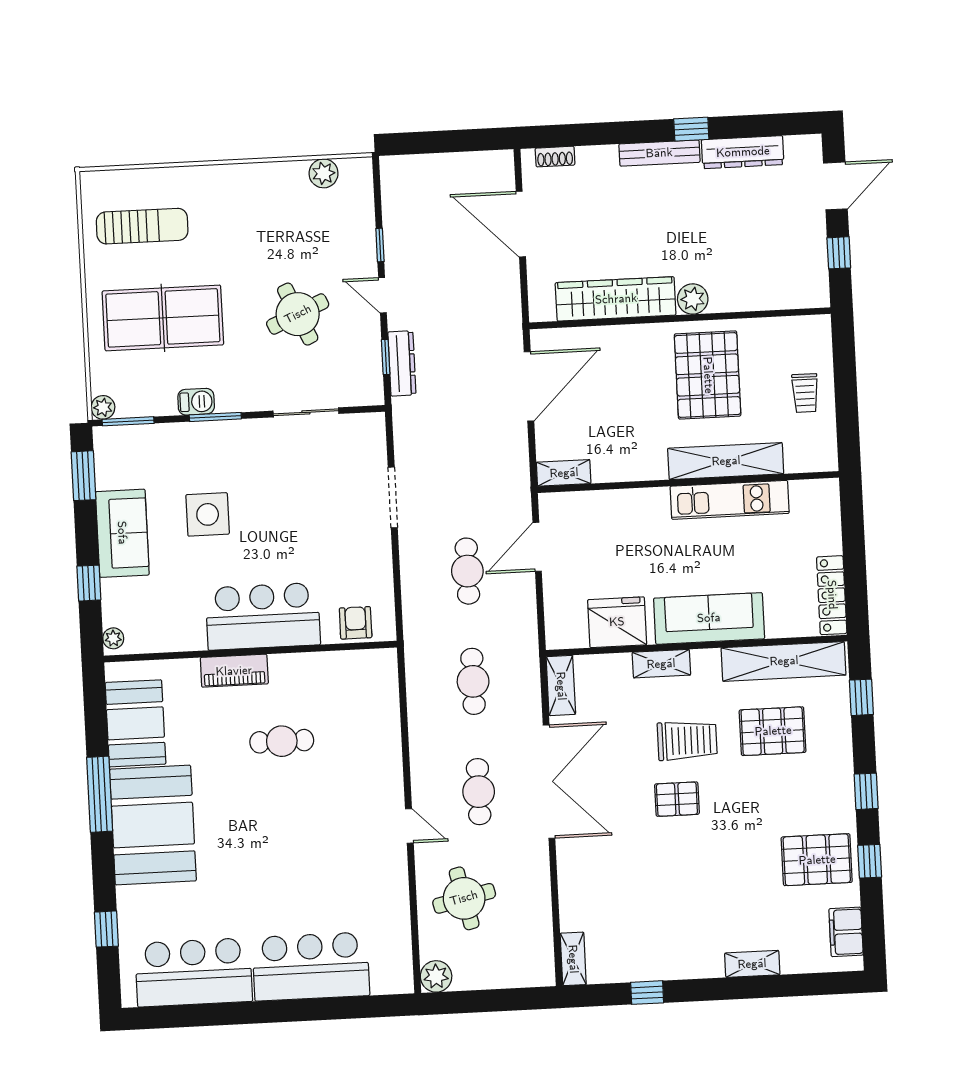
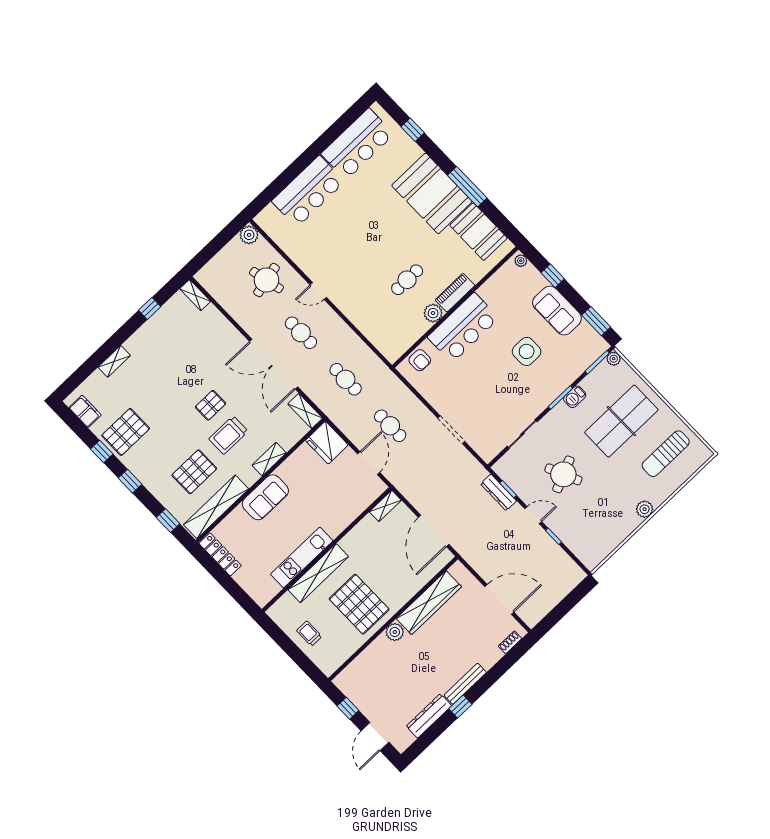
plant: (324, 173) -> (645, 509), moved
sofa: (709, 618) -> (265, 497), width x0.73
fridge: (617, 622) -> (327, 443), moved, turned 90
plant: (286, 669) -> (433, 313), added

